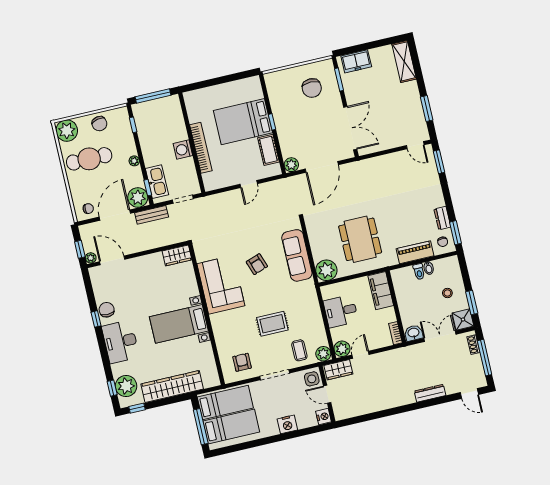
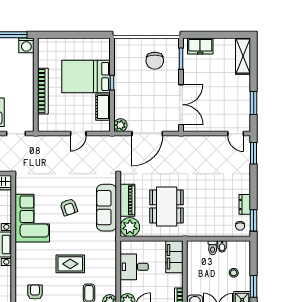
washing machine: (183, 150) -> (26, 45), moved, turned -90
piano: (415, 252) -> (127, 200), moved, turned 90

